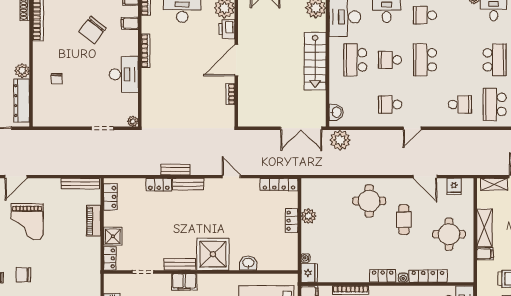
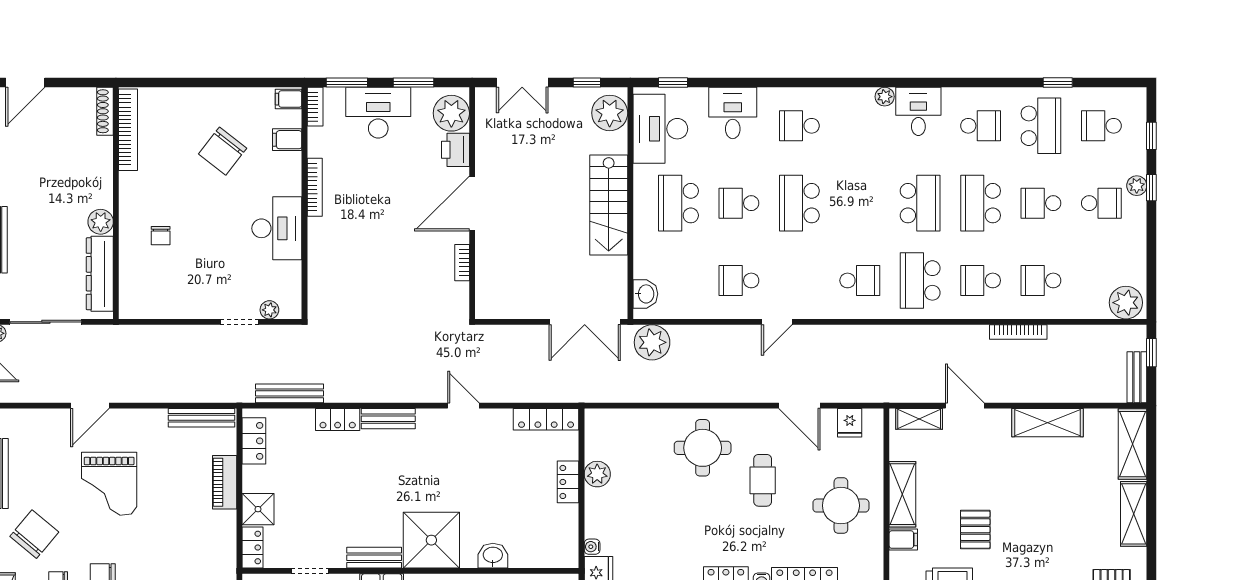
plant: (133, 121) -> (269, 310), moved
bench: (176, 170) -> (290, 393), moved, width x1.36

